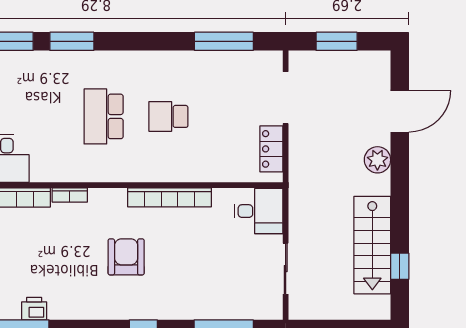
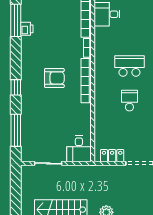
bookcase: (170, 197) -> (86, 81), moved

